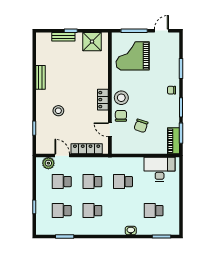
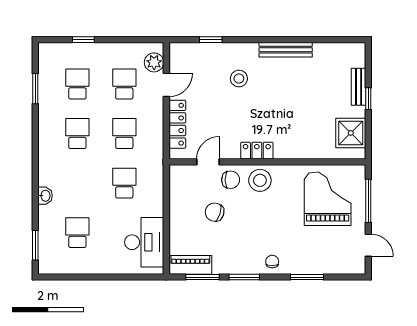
bench: (41, 77) -> (286, 50), width x1.36

